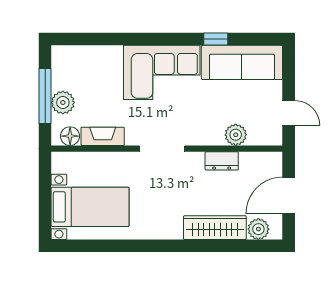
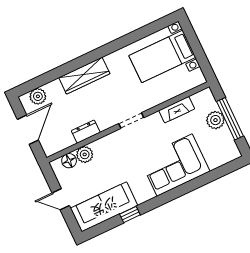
corner sofa: (162, 72) -> (175, 165), moved
door: (289, 113) -> (61, 199), moved
floor lamp: (70, 136) -> (69, 161), moved
doorway: (162, 149) -> (131, 121), width x0.73
wardrobe: (215, 228) -> (84, 76), moved

